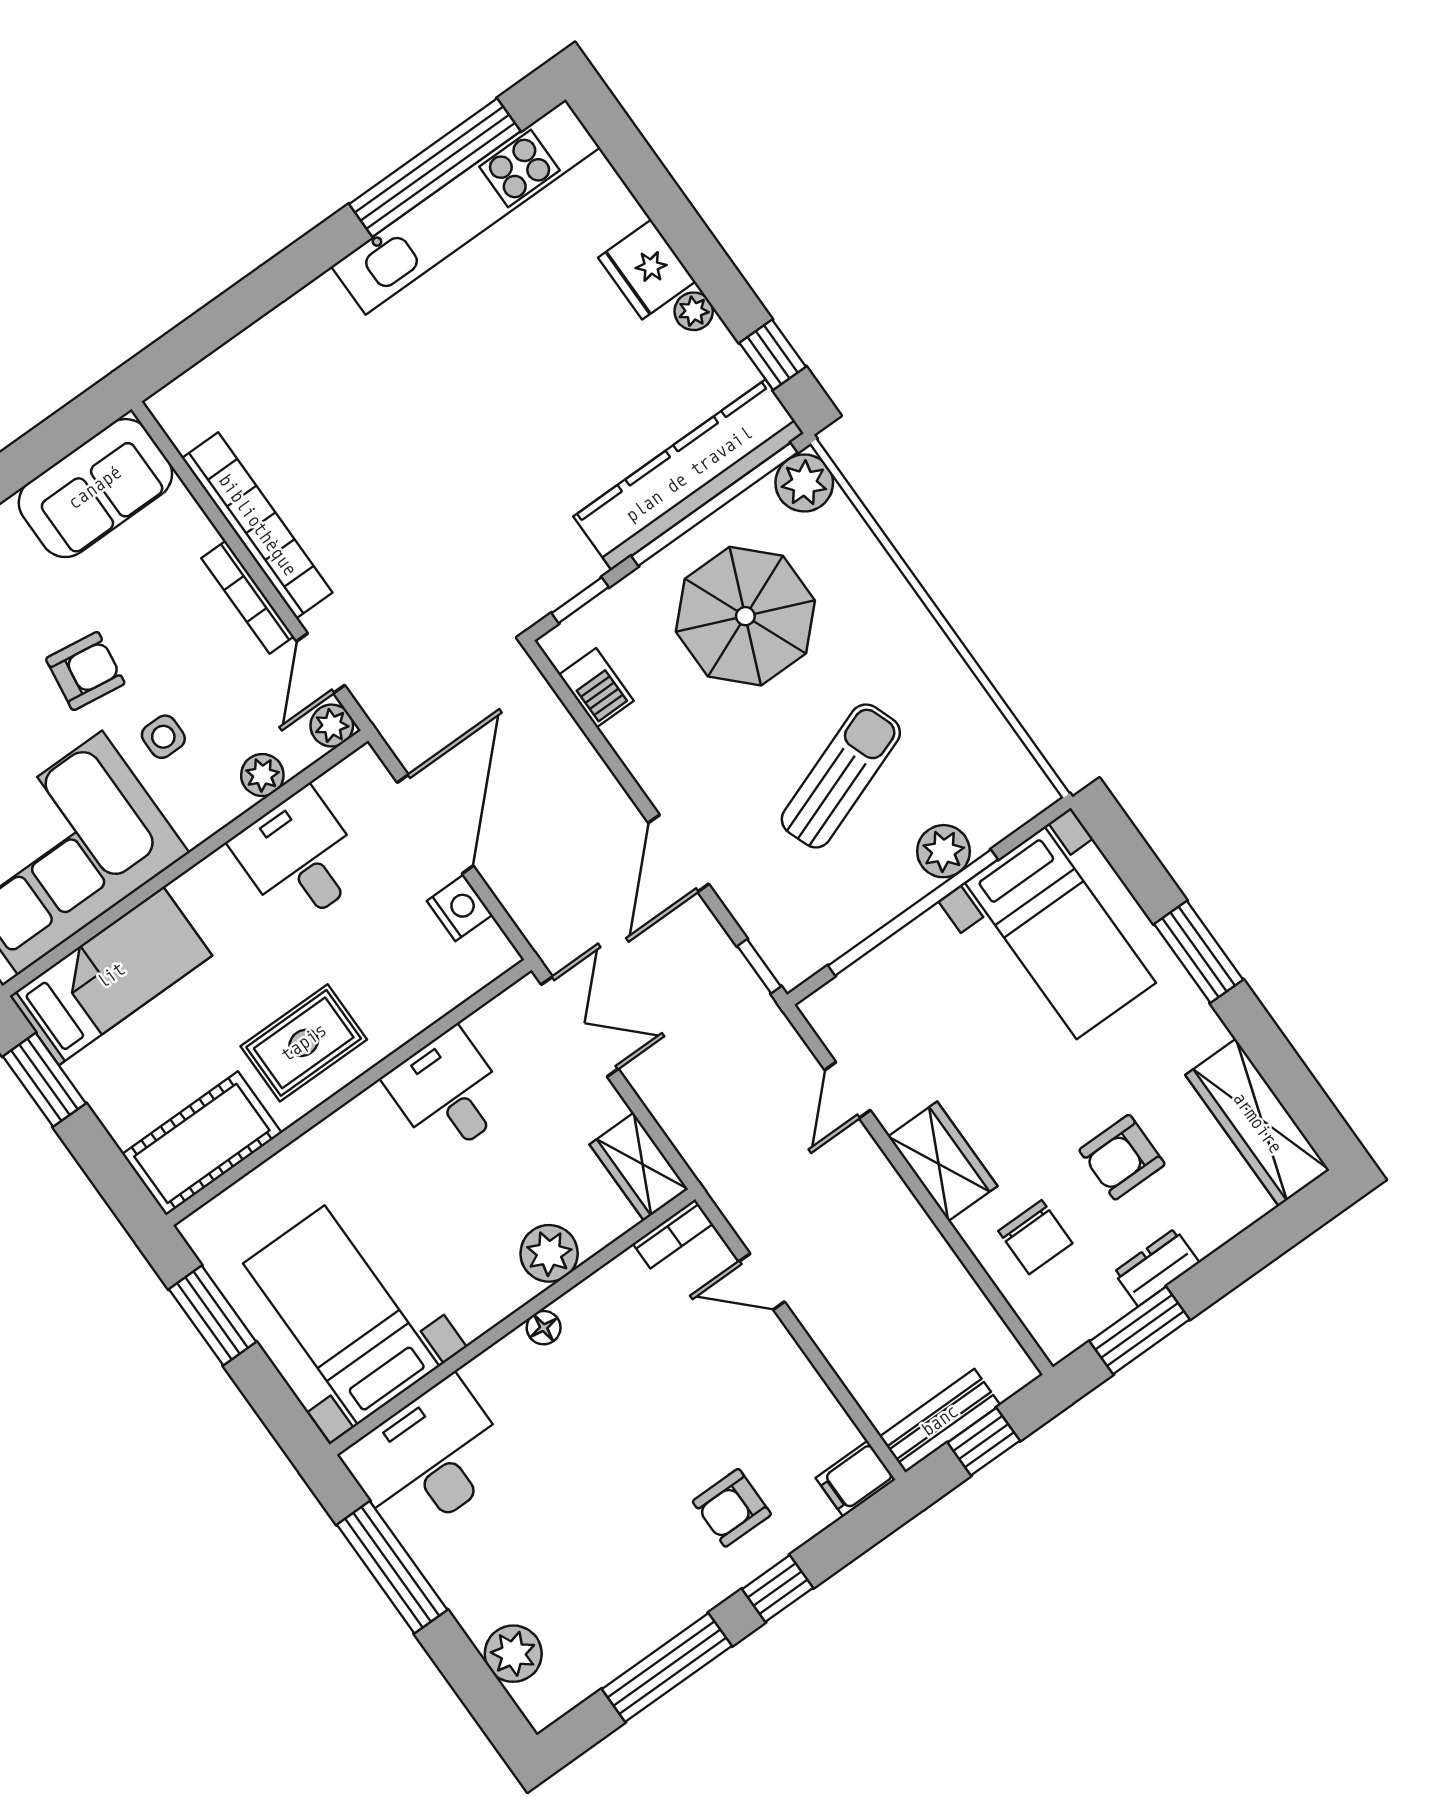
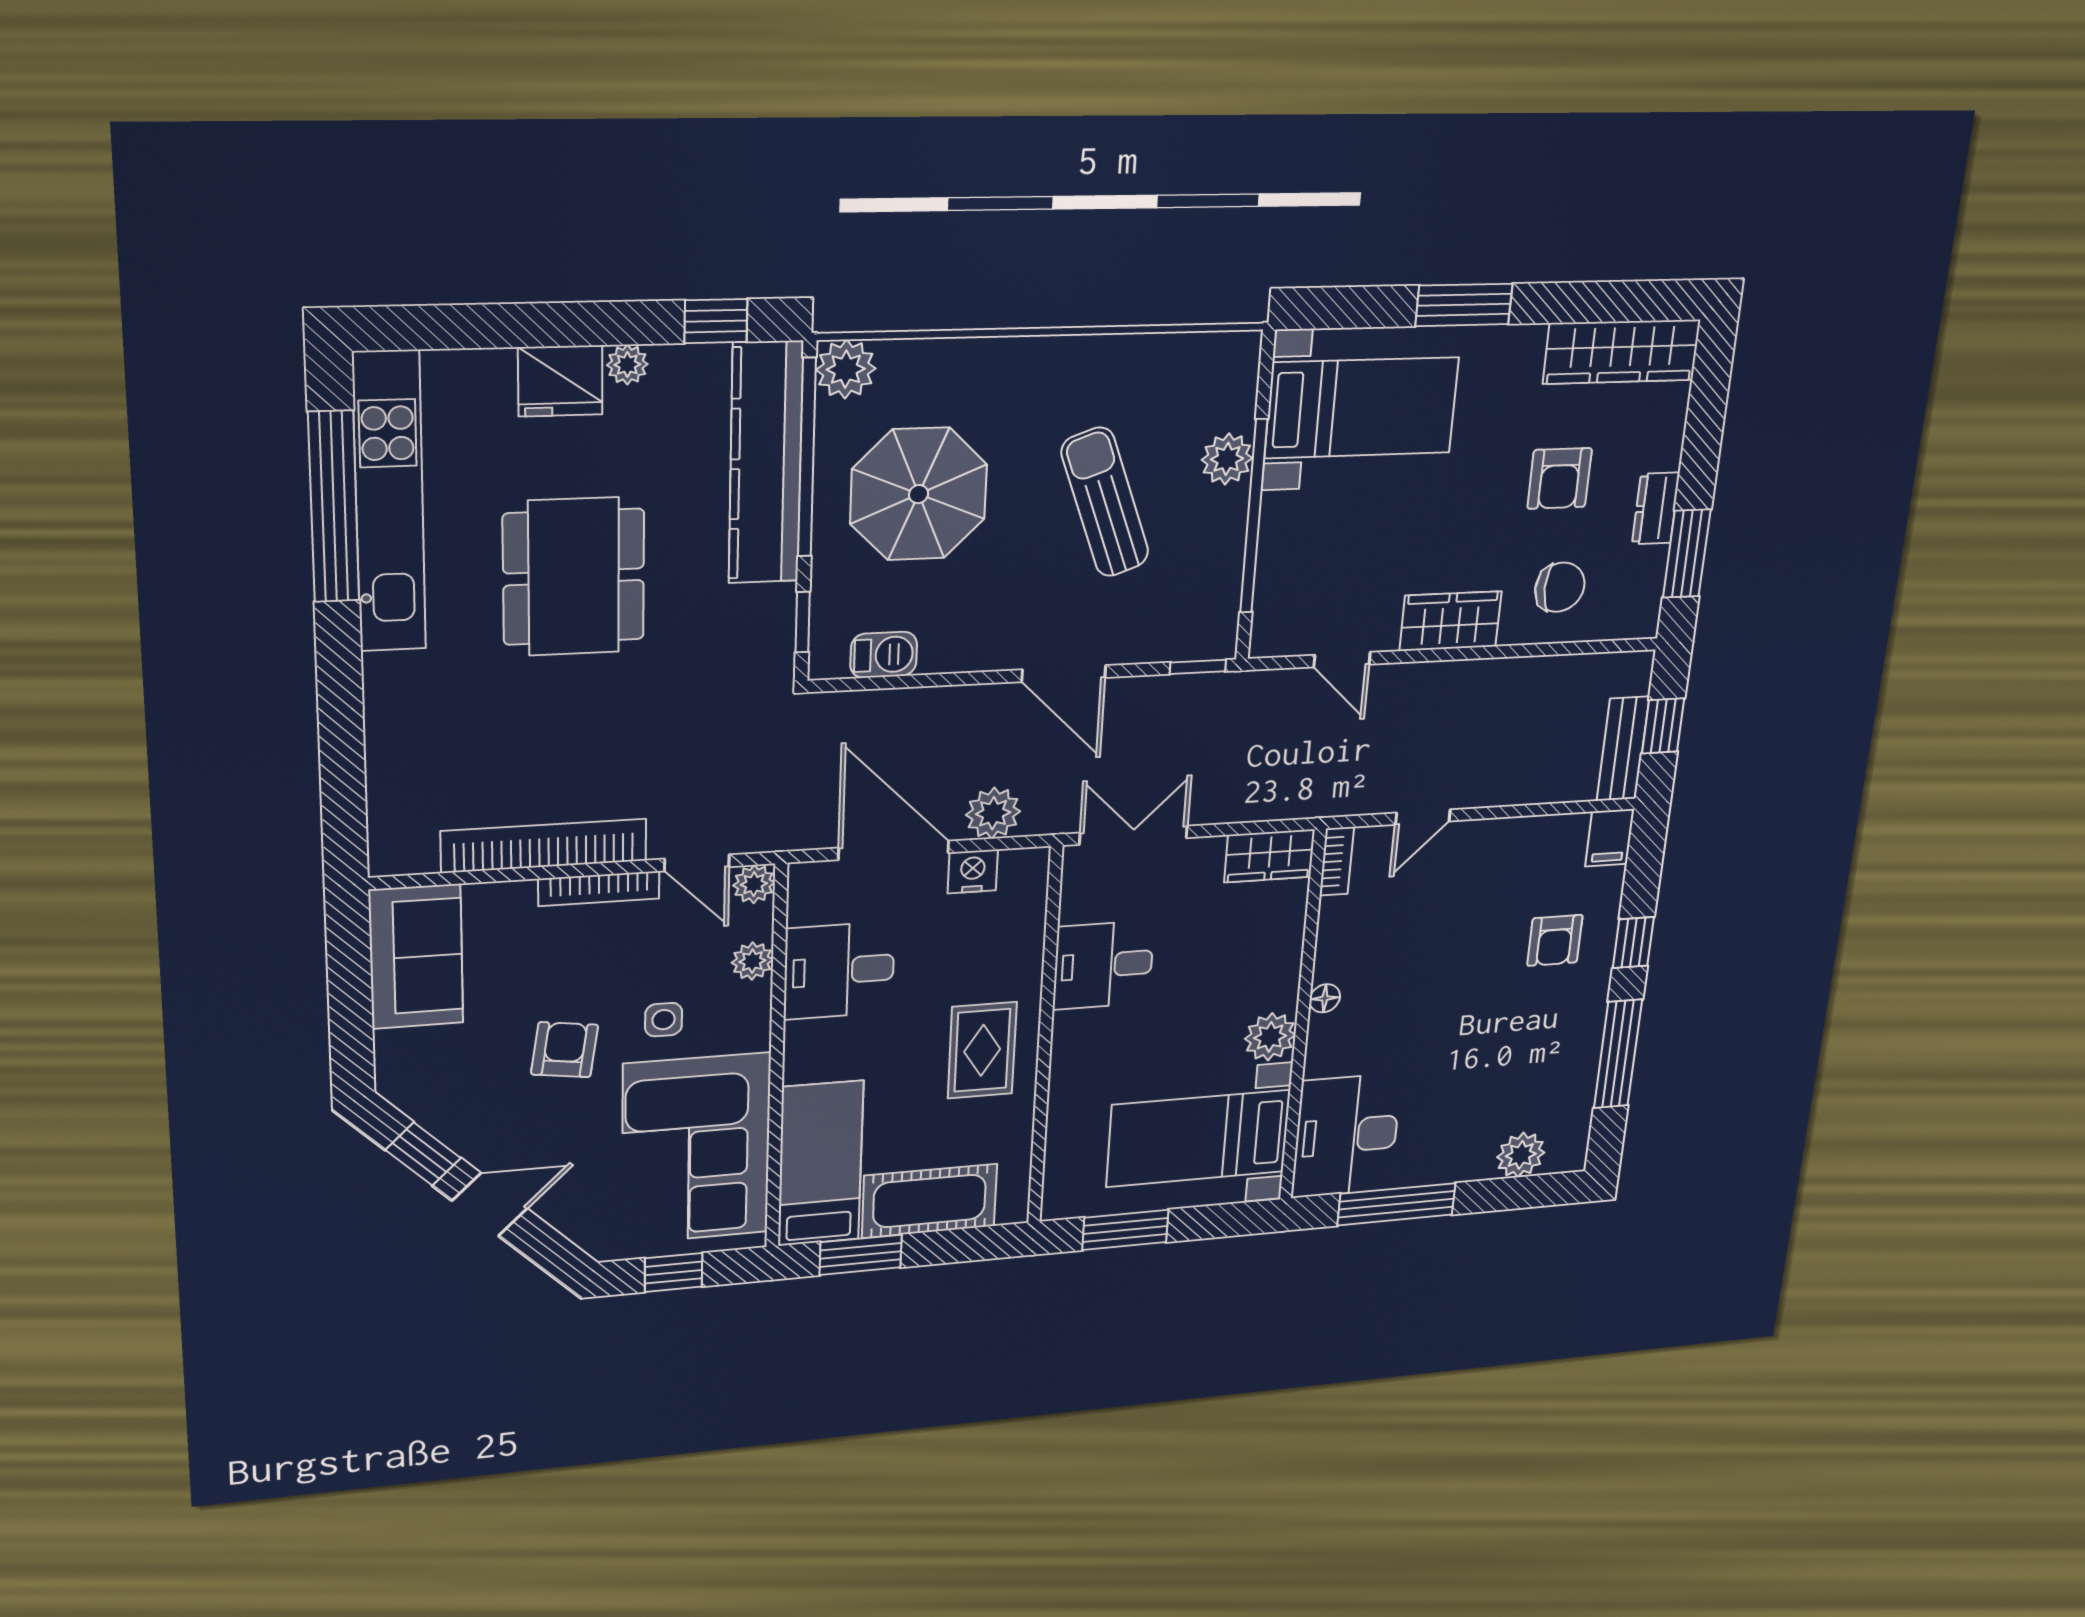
dining table: (498, 390) -> (574, 577), added
plant: (521, 886) -> (993, 813), added
cot: (202, 1143) -> (929, 1201), moved, turned 90
plant: (549, 1253) -> (1270, 1037), moved

